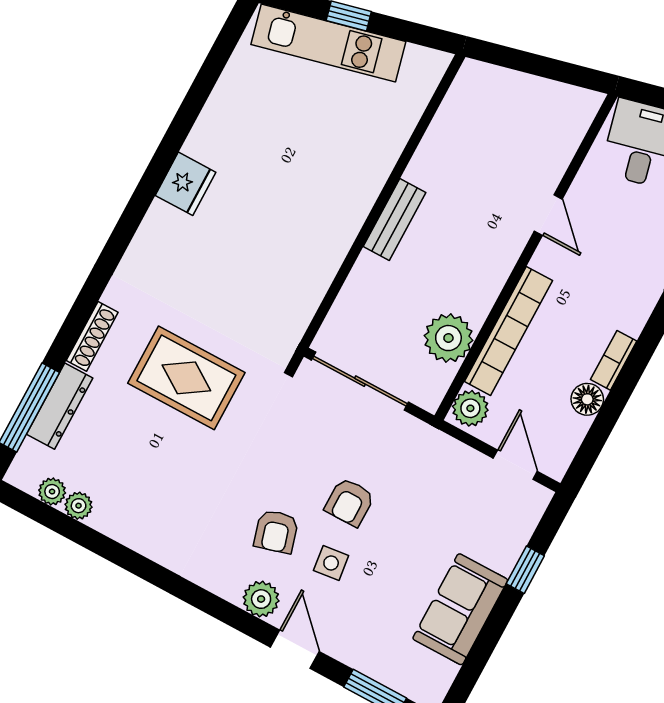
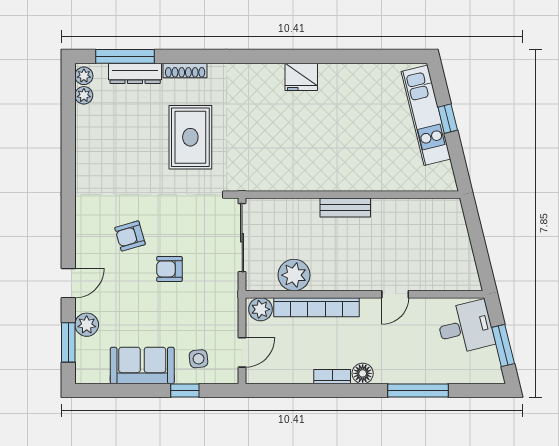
floor lamp: (587, 399) -> (363, 373), moved
plant: (79, 506) -> (84, 76), moved
side table: (331, 563) -> (199, 359), moved
plant: (261, 599) -> (87, 325), moved

